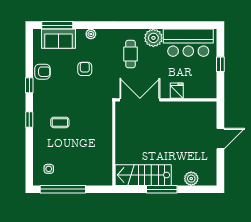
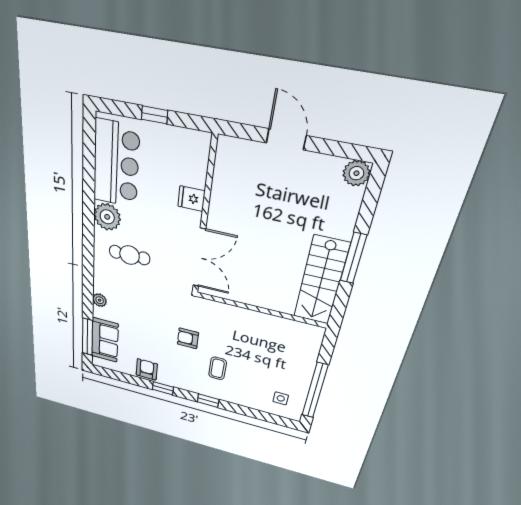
armchair: (85, 69) -> (188, 338), moved
double door: (140, 100) -> (199, 258), swing flipped
plant: (191, 179) -> (356, 173), moved

